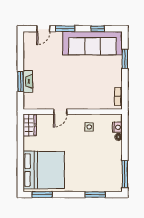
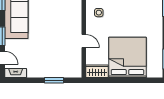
fireplace: (28, 81) -> (16, 73), moved
bed: (44, 170) -> (127, 57), moved

